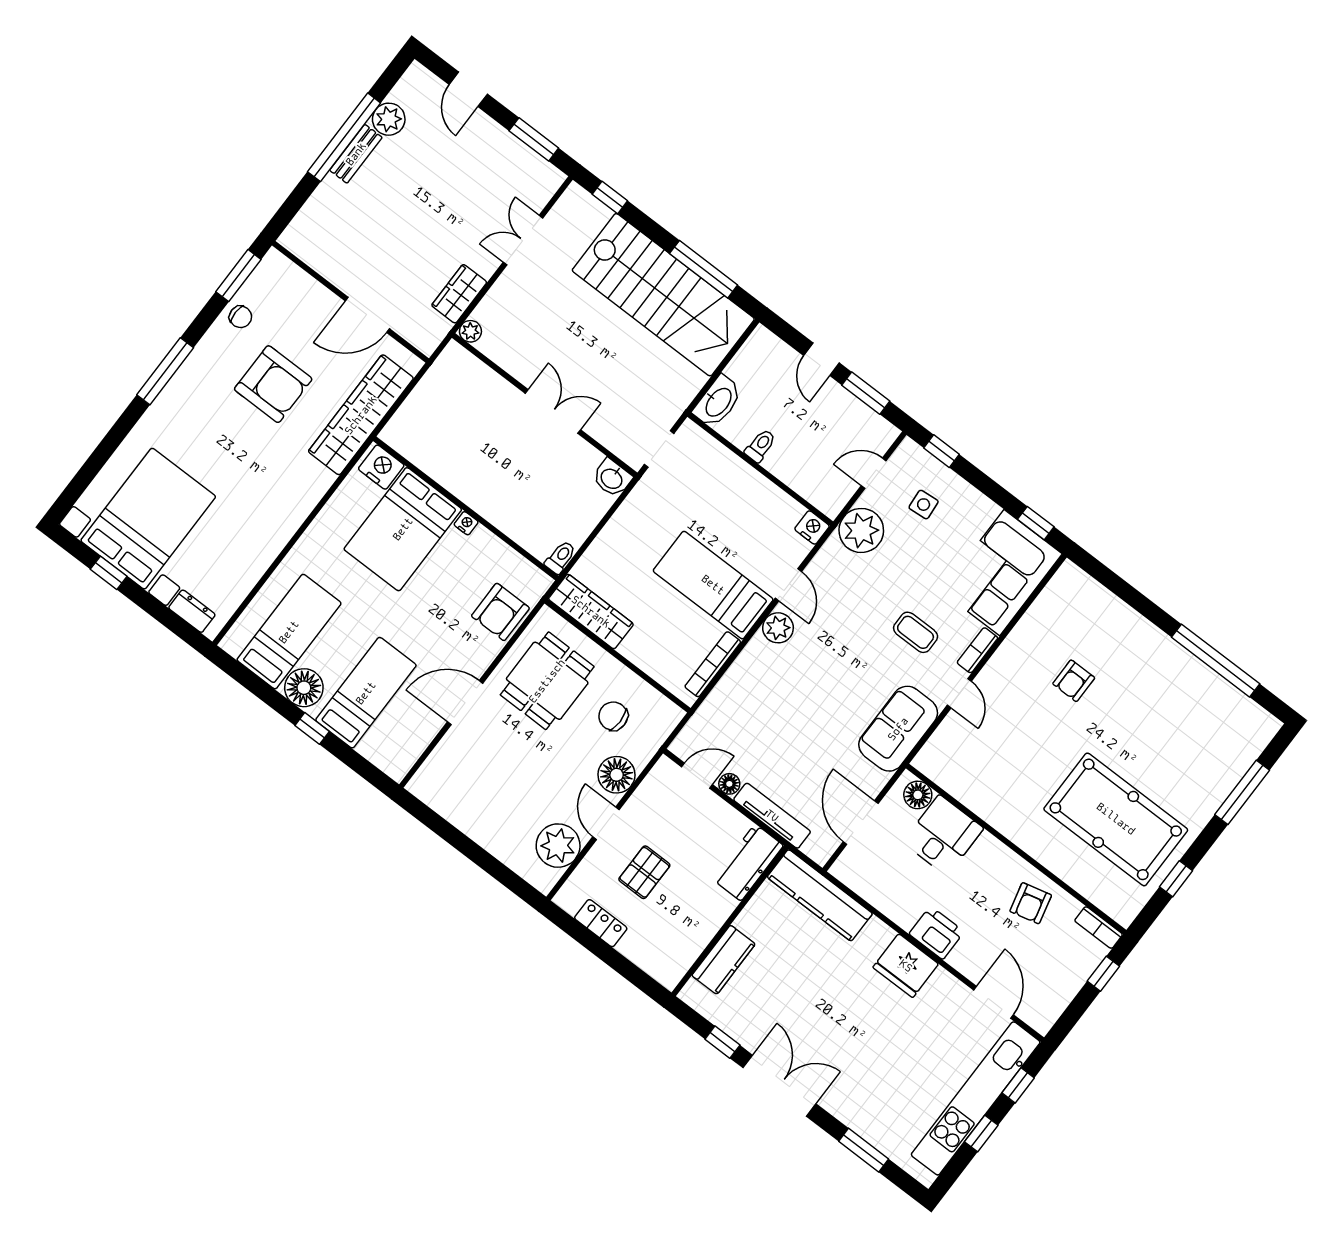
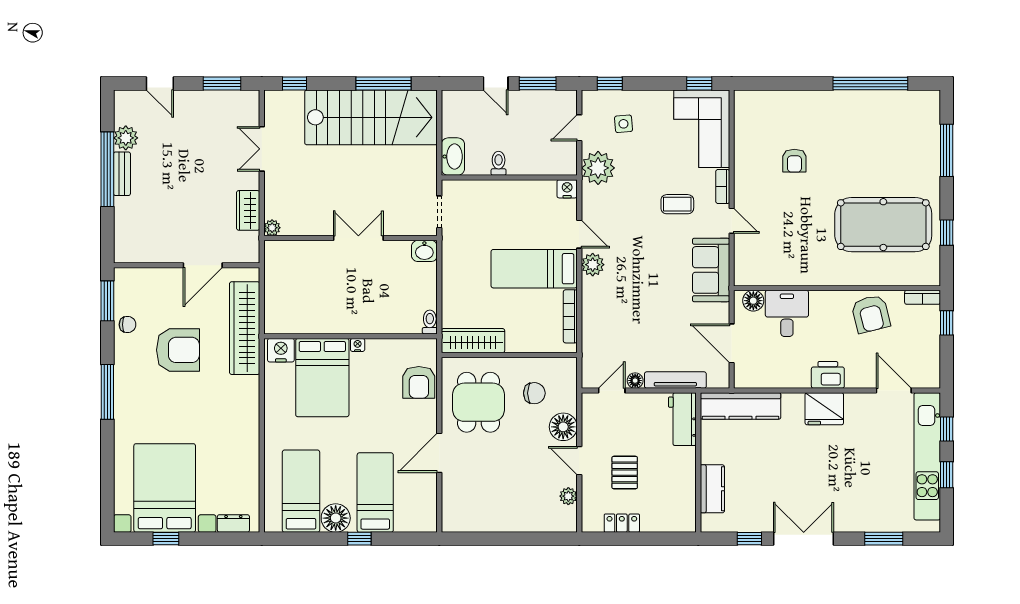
chair: (613, 716) -> (534, 393), turned 180
plant: (558, 846) -> (568, 496), width x0.53, depth x0.53
armchair: (1031, 903) -> (871, 314), width x1.38, depth x1.38

